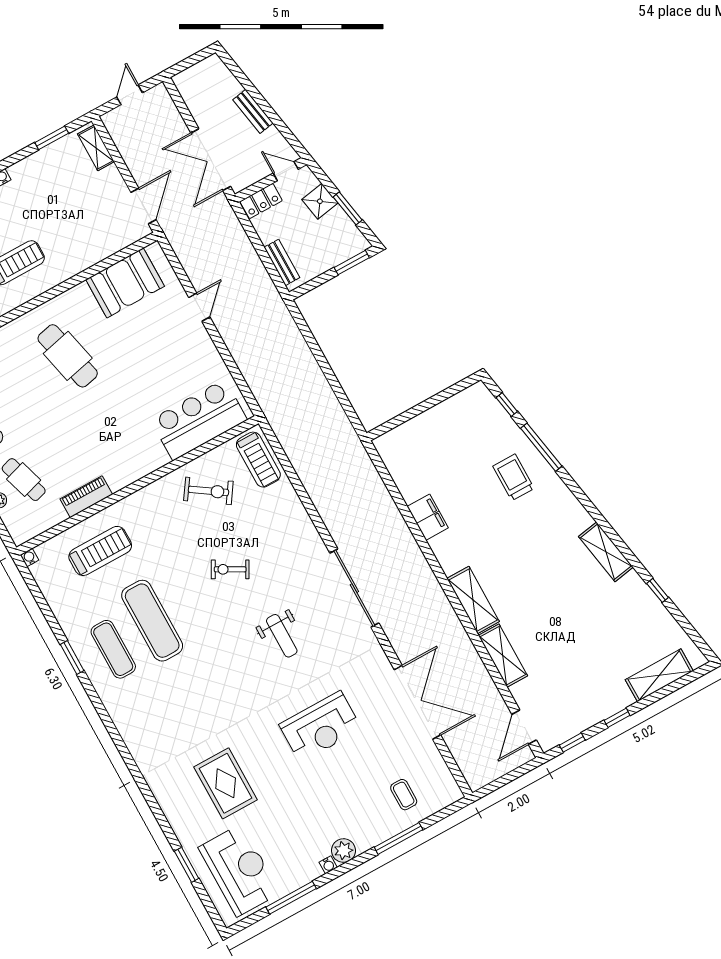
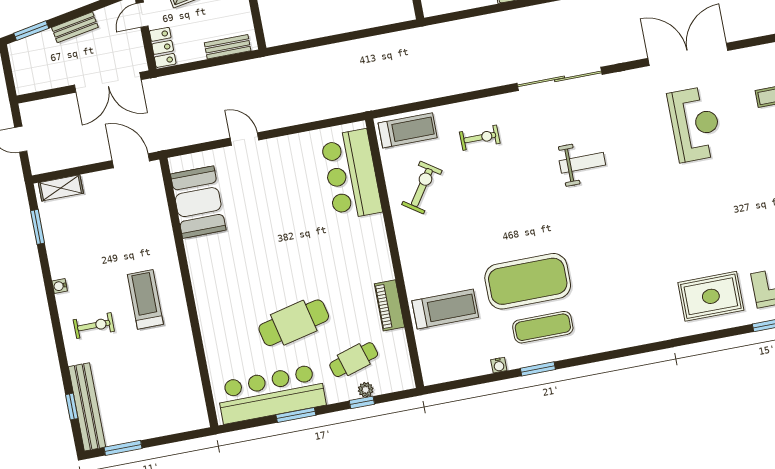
window: (236, 71) -> (31, 31), added
cafe table: (68, 356) -> (294, 323), moved
treadmill: (100, 551) -> (445, 309), turned 90
water cooler: (29, 558) -> (499, 365), moved, turned -90
exercise bike: (230, 569) -> (480, 138), moved, turned -119
exercise mat: (152, 621) -> (528, 281), width x1.47
reception desk: (320, 727) -> (695, 124), moved
rug: (226, 783) -> (711, 296), moved

